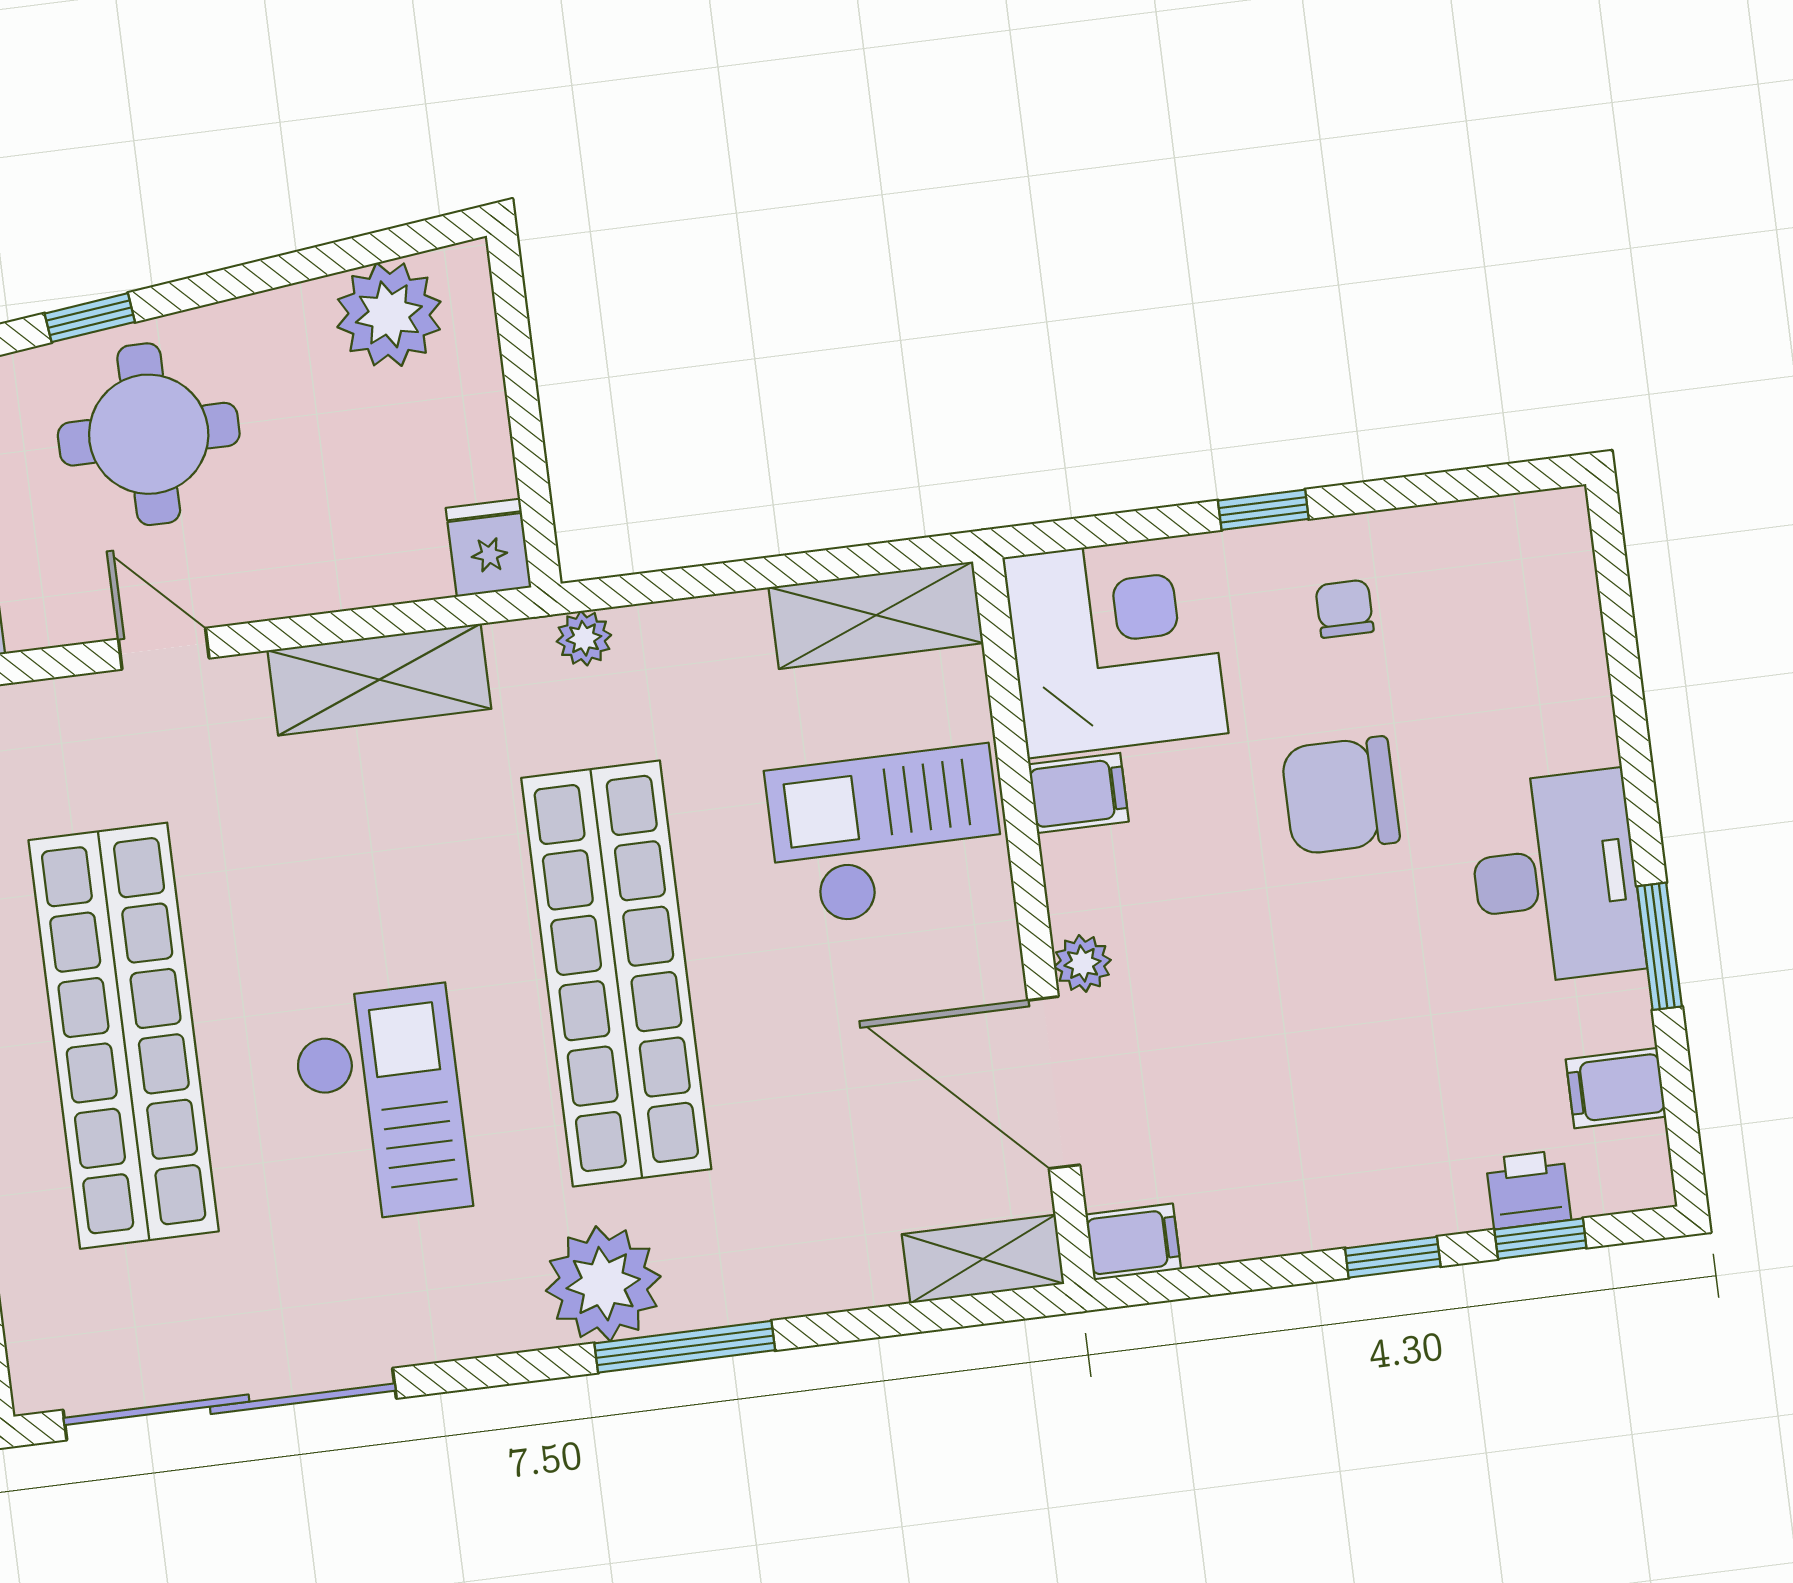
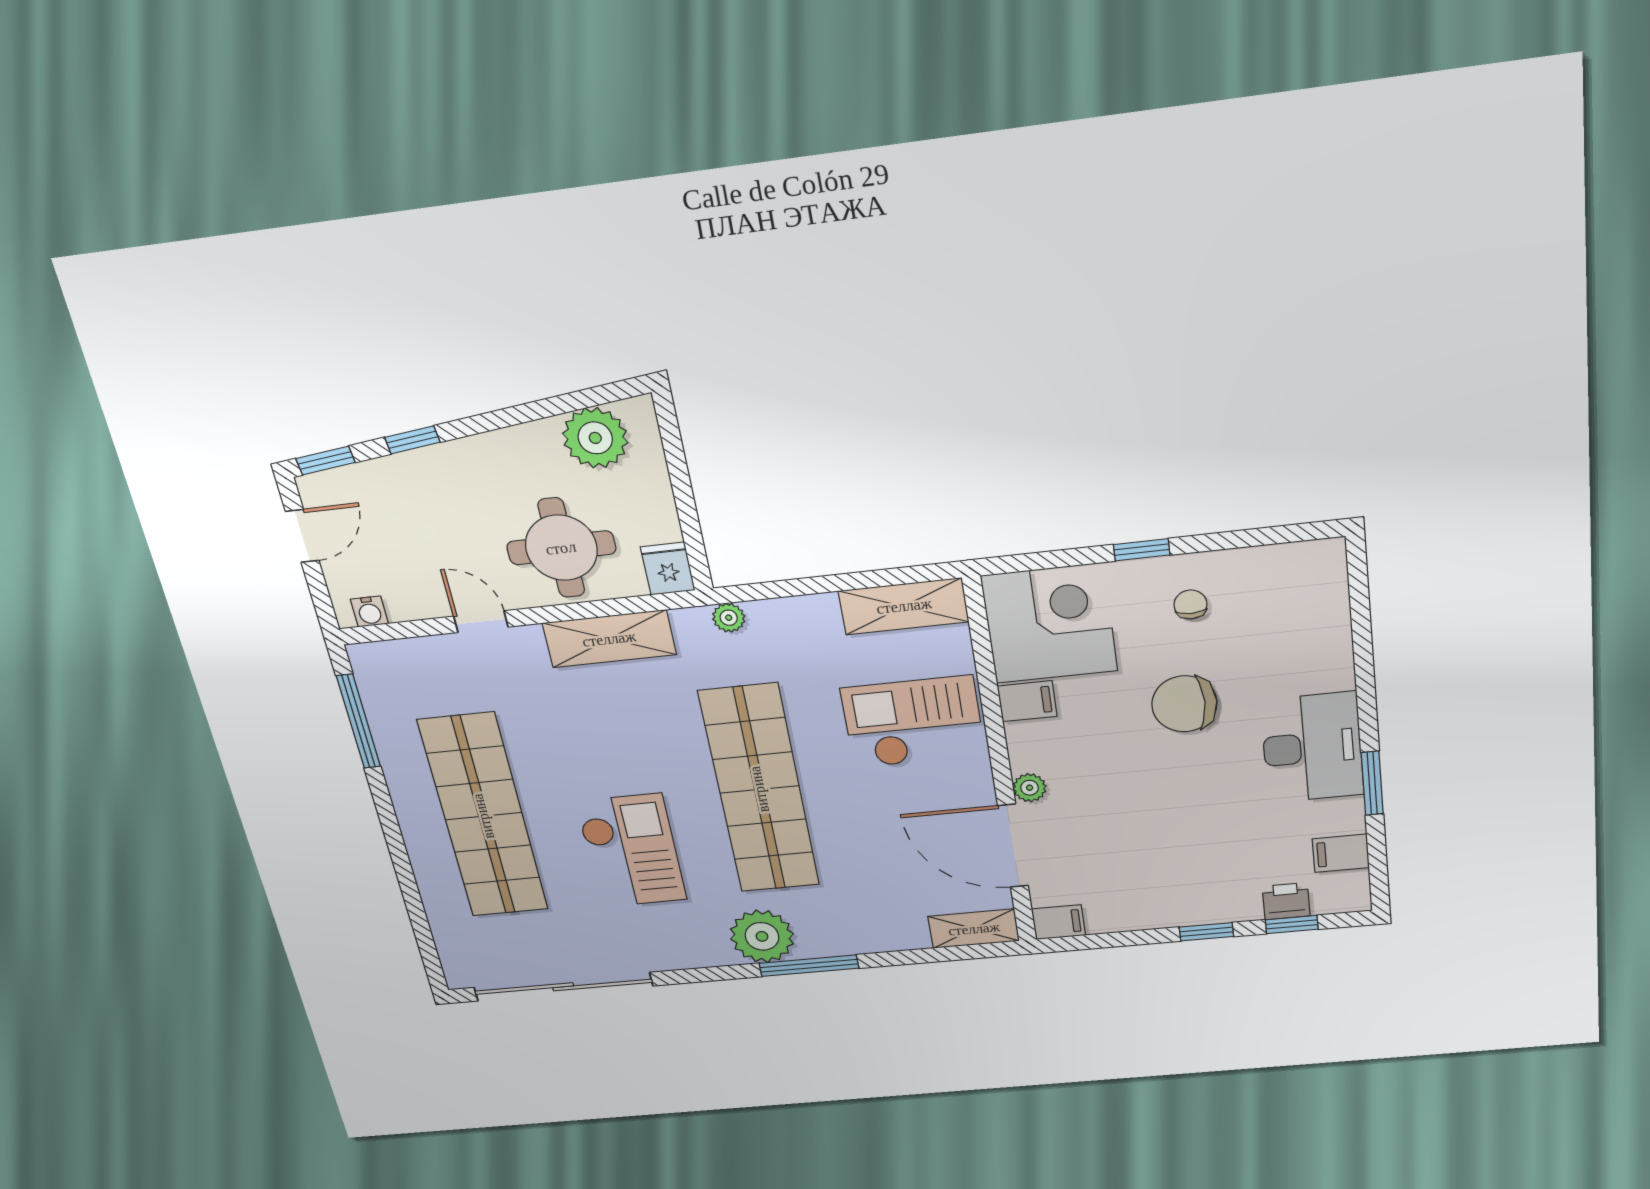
round table: (149, 434) -> (561, 548), moved

